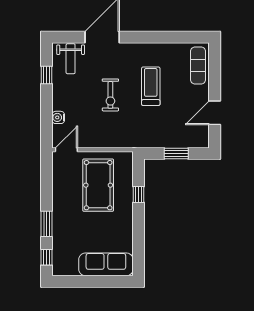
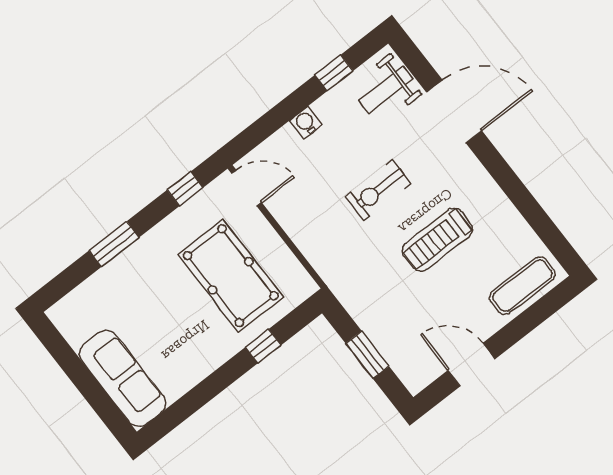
treadmill: (151, 86) -> (437, 240), turned 180
water cooler: (58, 117) -> (306, 123), moved
pool table: (98, 185) -> (231, 276), turned 90
window: (47, 257) -> (185, 189), moved

